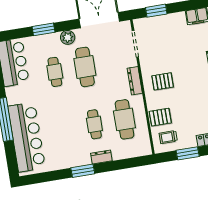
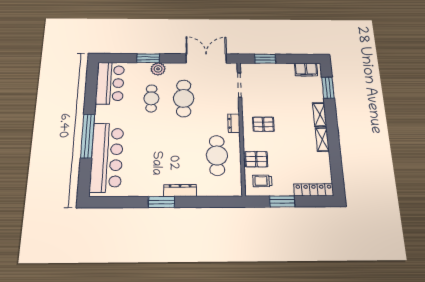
plant: (68, 37) -> (158, 69), moved
dresser: (135, 81) -> (234, 123), width x0.70
cafe table: (94, 124) -> (183, 155), removed
dresser: (101, 157) -> (180, 191), width x1.44

